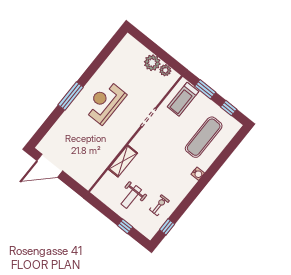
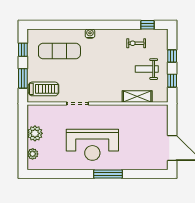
plant: (165, 70) -> (33, 154), moved
reception desk: (105, 102) -> (92, 145), width x1.36, depth x1.30
shelving: (123, 161) -> (137, 97), moved
weight bench: (131, 197) -> (147, 69), turned 180
window: (105, 210) -> (172, 81), added

